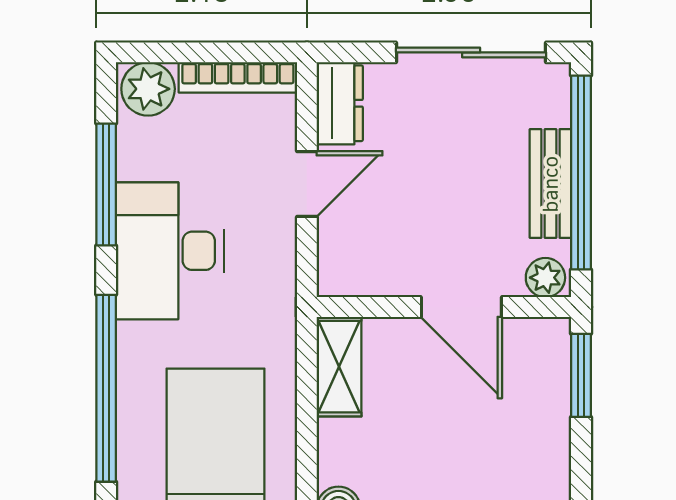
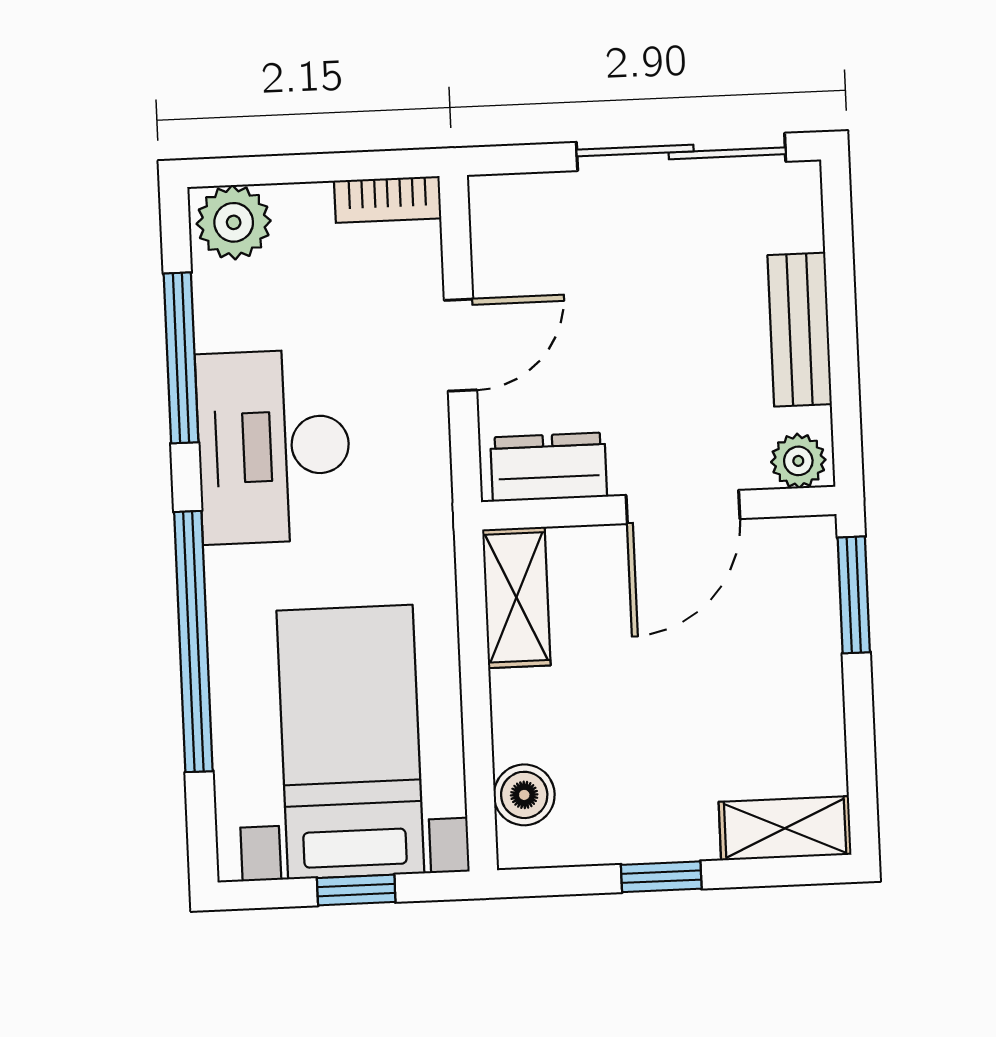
bookcase: (238, 77) -> (388, 200), width x0.64
dresser: (340, 103) -> (549, 467), moved, turned -90
window: (581, 172) -> (841, 312), removed
door: (461, 307) -> (683, 507), hinge flipped

